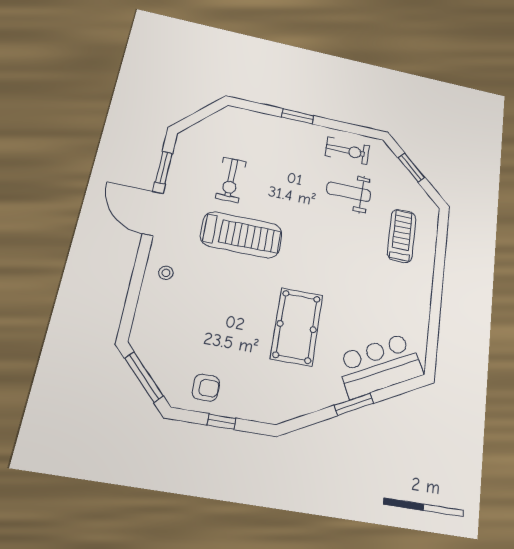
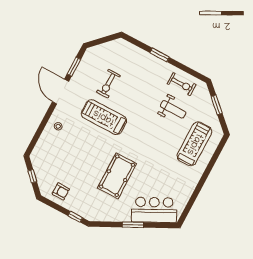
weight bench: (349, 192) -> (173, 109), turned 180
treadmill: (241, 235) -> (104, 117), turned 180
treadmill: (402, 236) -> (194, 144), width x1.37, depth x1.38
window: (144, 377) -> (32, 176), width x0.46
window: (222, 422) -> (75, 217), moved

